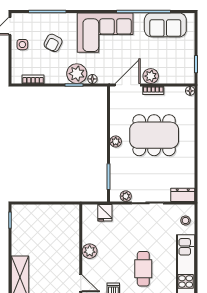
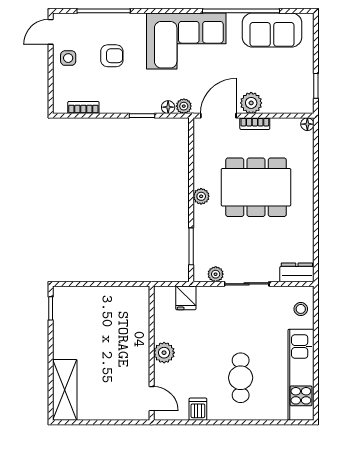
armchair: (53, 43) -> (112, 56), turned -118
plant: (77, 74) -> (184, 106), moved, width x0.53, depth x0.53

